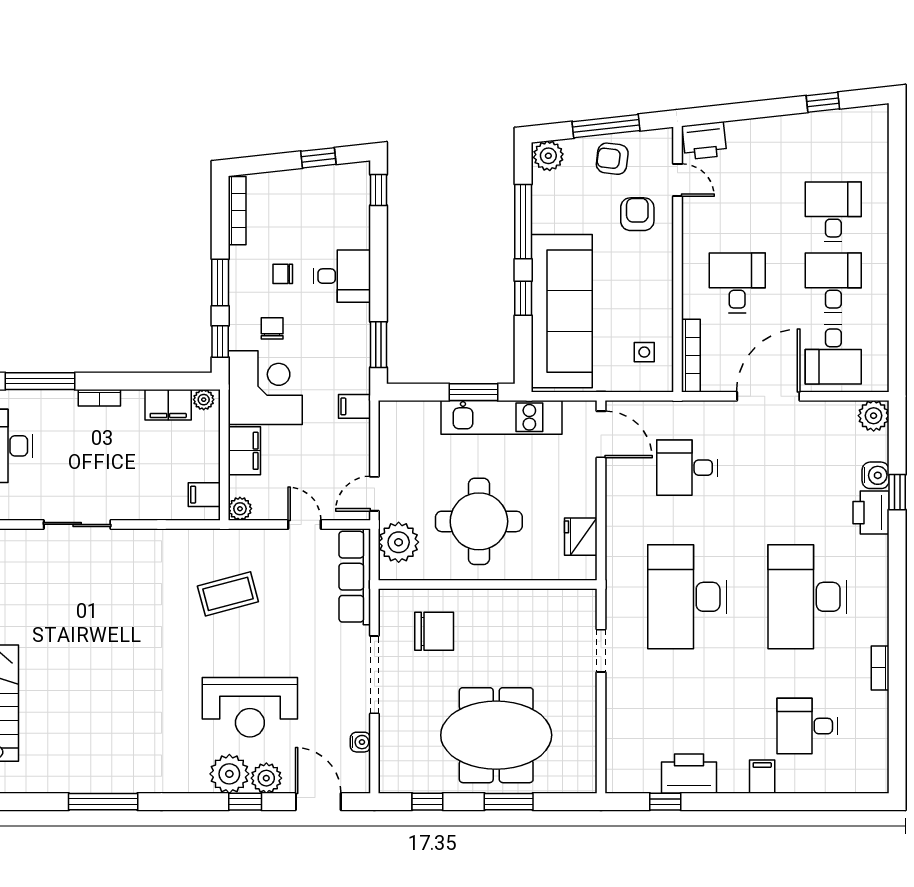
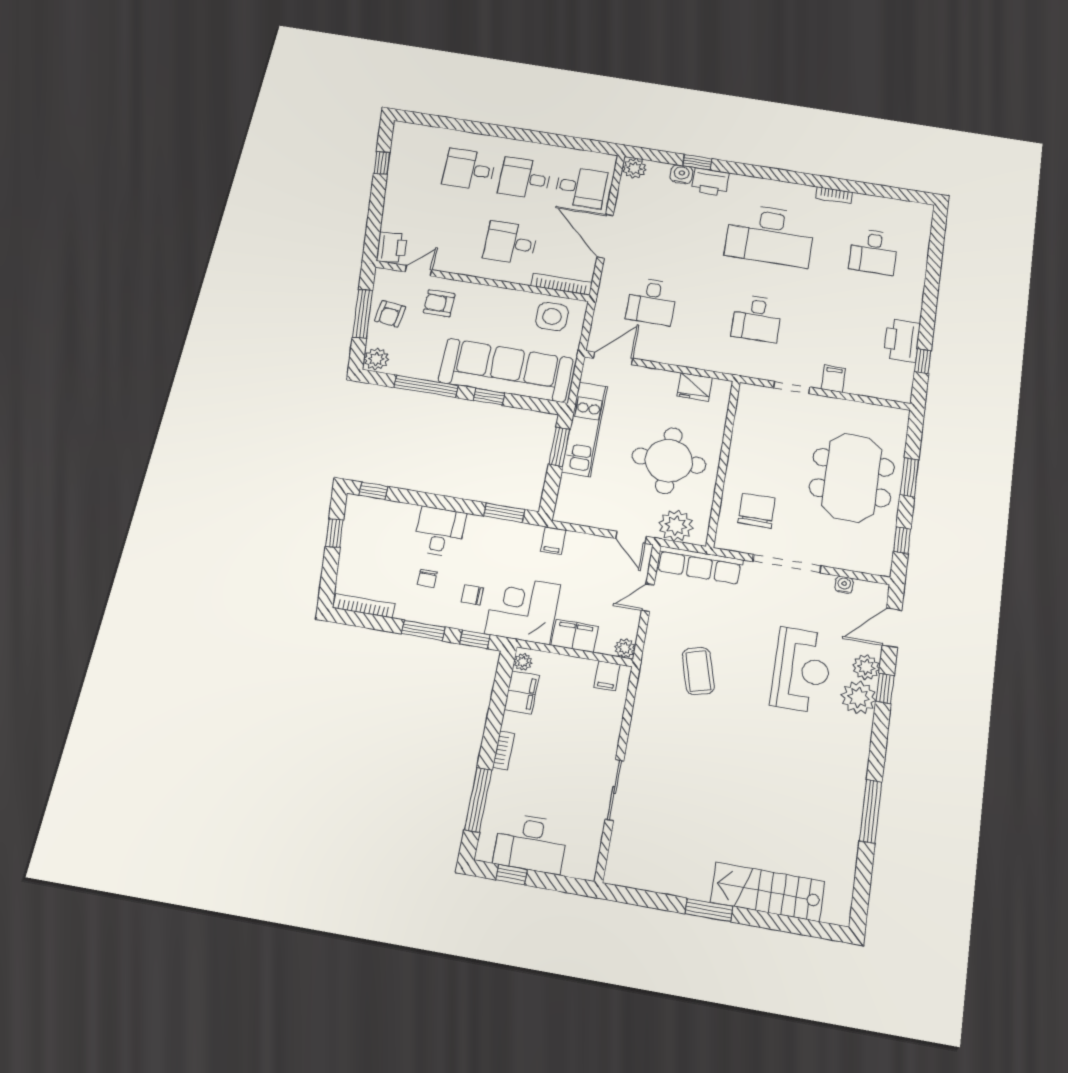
side table: (644, 352) -> (552, 317), width x1.87, depth x1.87
desk: (687, 597) -> (757, 318), width x0.53, depth x0.77
filing cabinet: (762, 777) -> (833, 379), moved, turned 90

